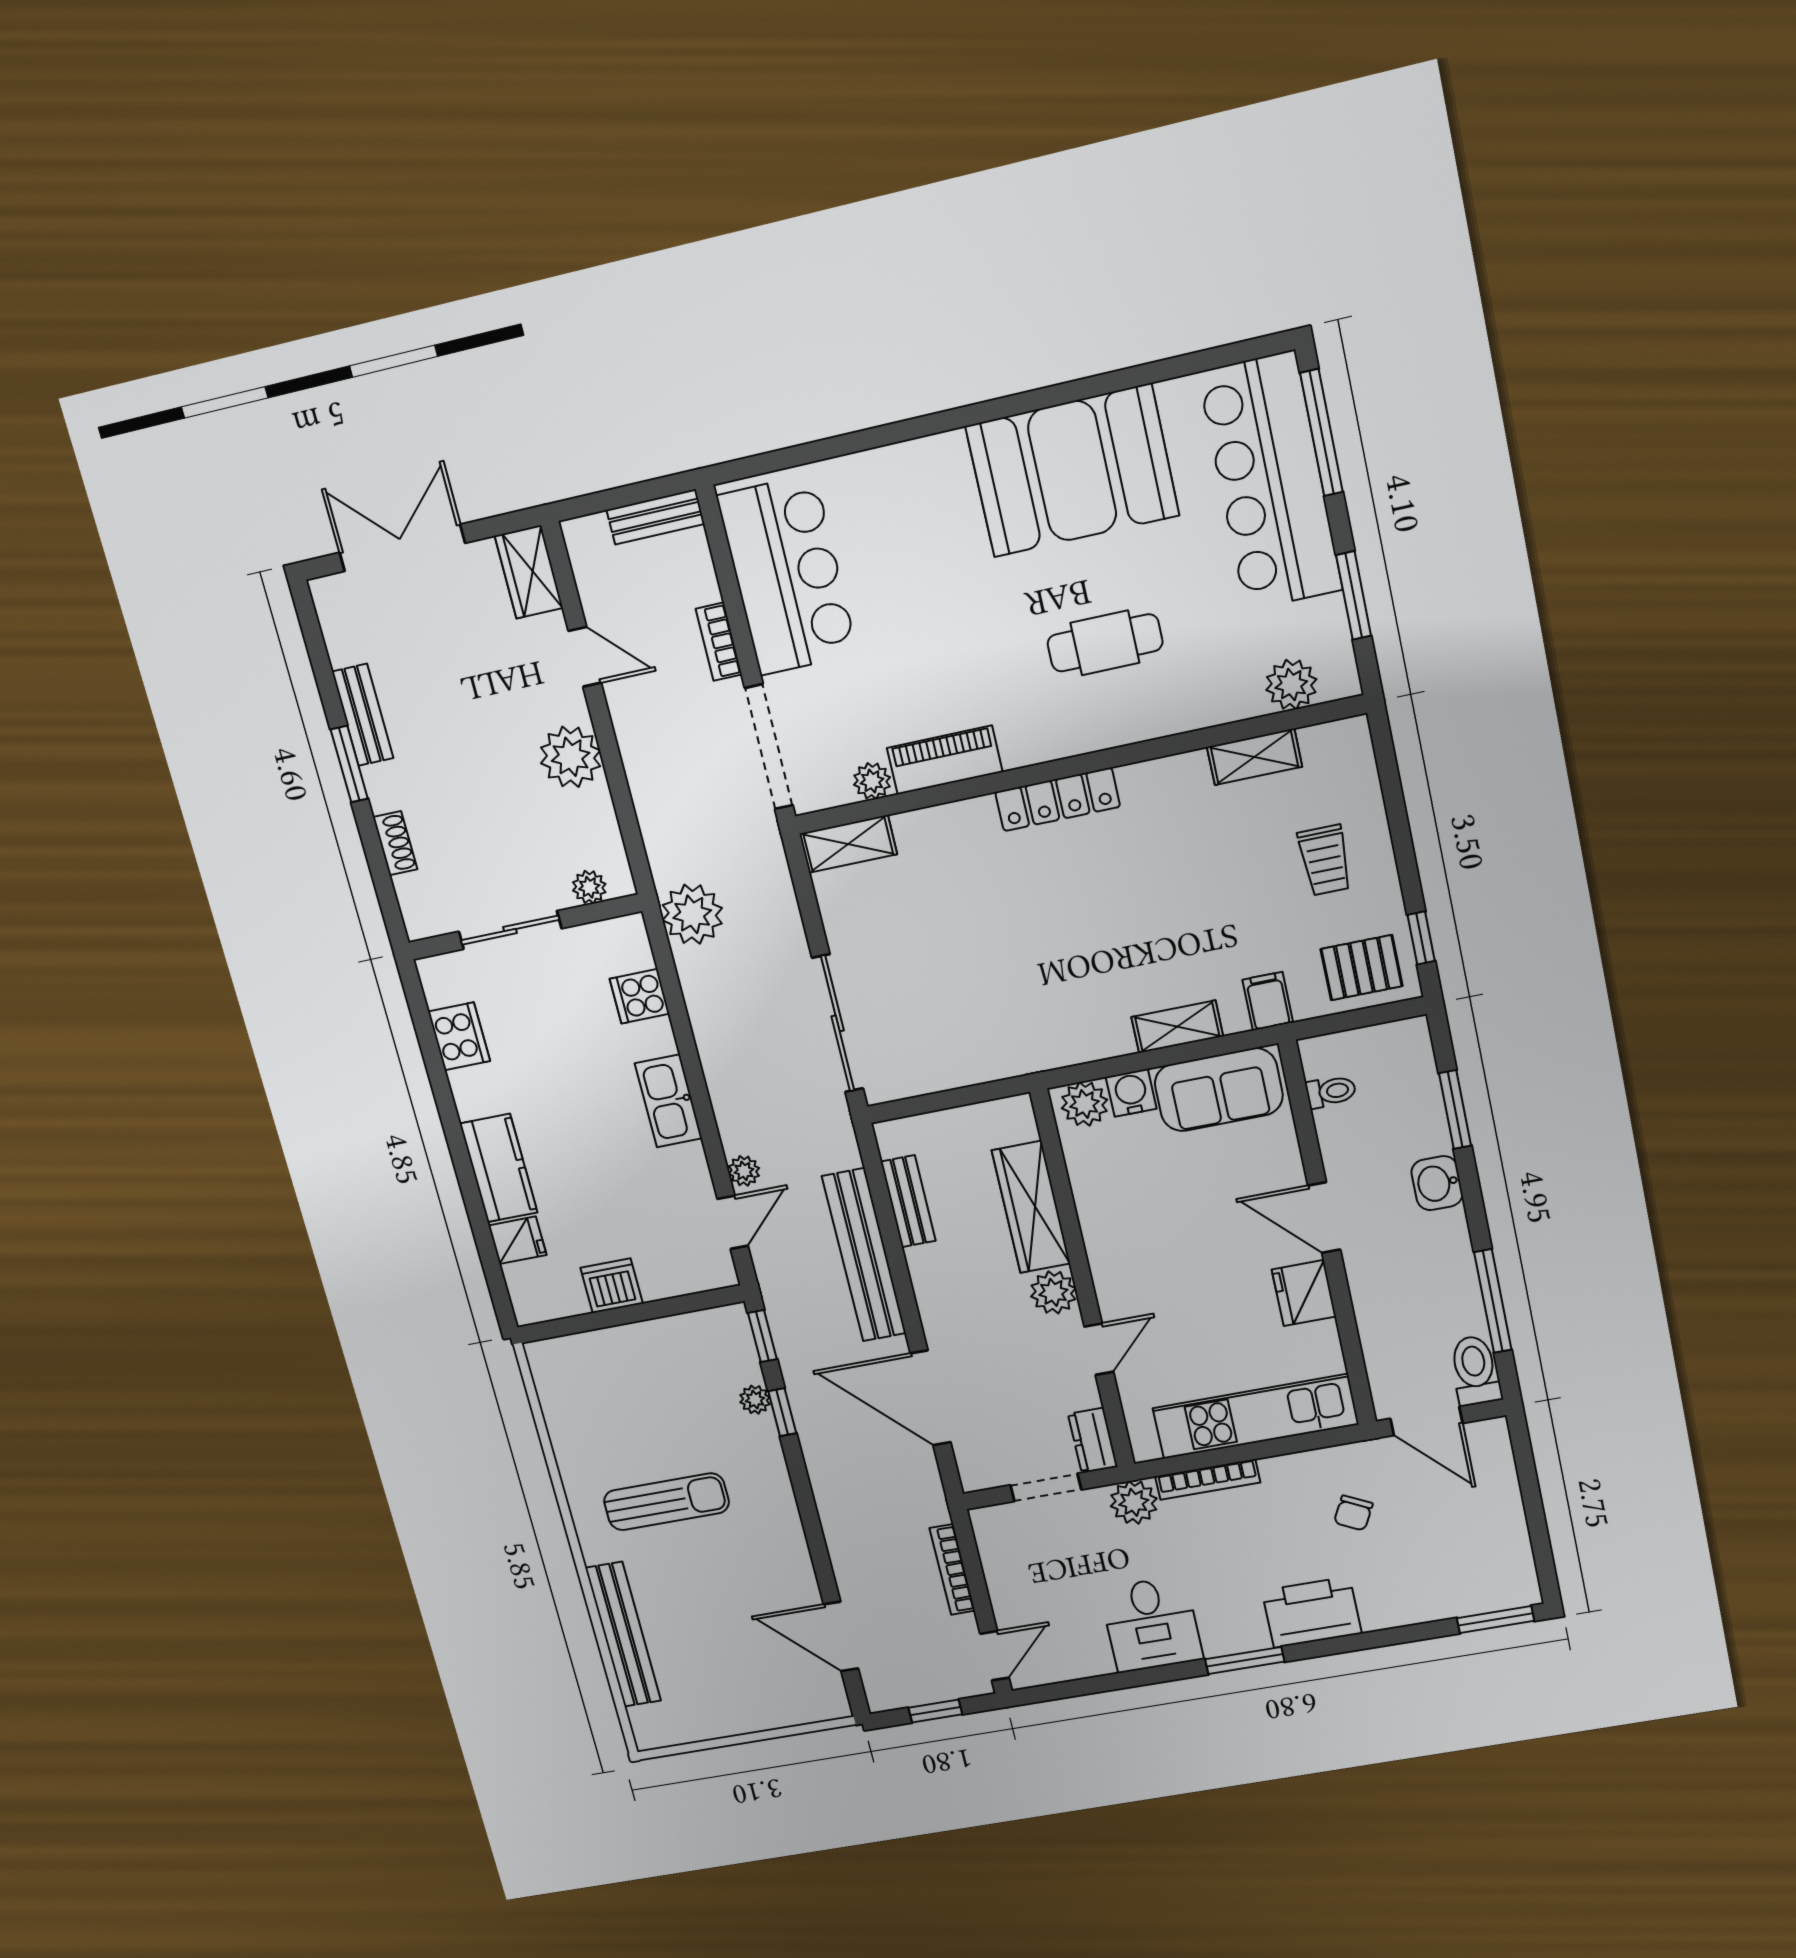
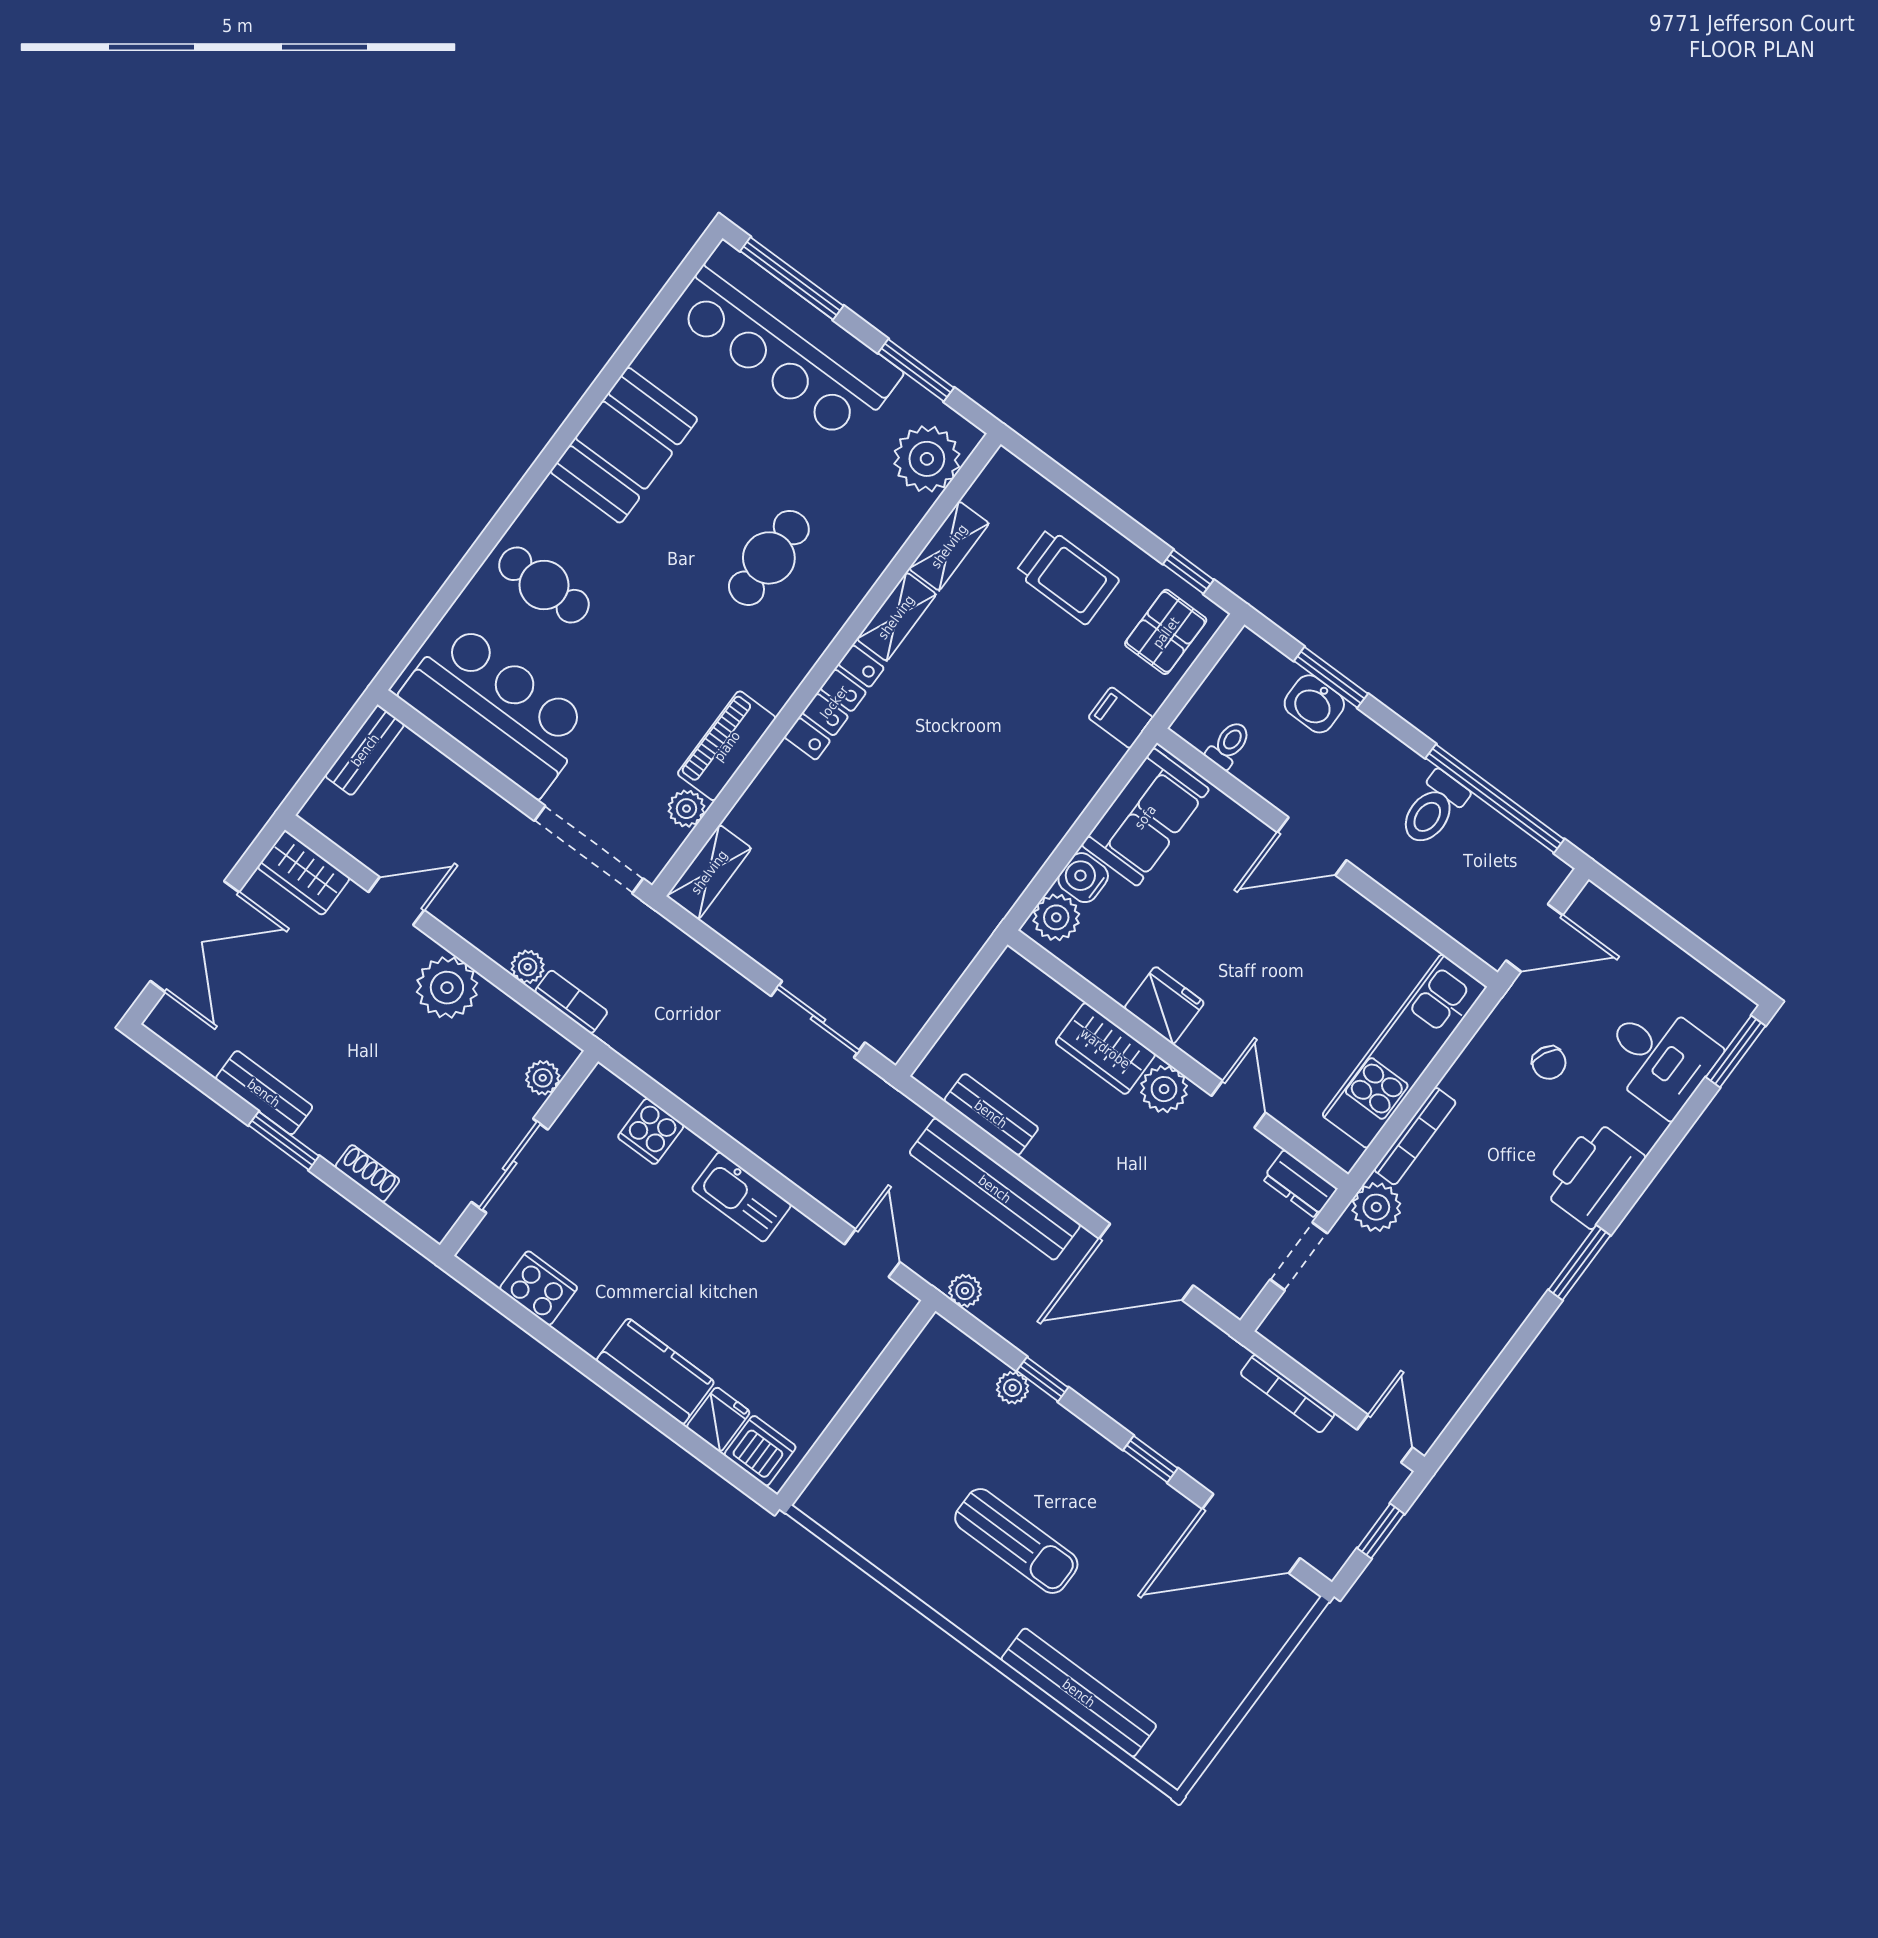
booth: (1072, 471) -> (624, 445), width x0.73, depth x0.70
cafe table: (908, 509) -> (544, 585), added
double door: (402, 548) -> (195, 937), swing flipped
bookcase: (719, 642) -> (571, 1002), moved, turned 180
plant: (1291, 685) -> (927, 459), width x1.36, depth x1.36
trolley: (1325, 860) -> (1067, 576), width x1.36, depth x1.39
plant: (692, 914) -> (528, 967), moved, width x0.53, depth x0.53
sliding door: (838, 1023) -> (818, 1019), width x0.73
shelving: (1177, 1027) -> (896, 617), moved
plant: (744, 1171) -> (965, 1291), moved
washbasin: (1437, 1183) -> (1314, 704), moved
wardrobe: (1031, 1207) -> (1105, 1048), width x0.67
dishwasher: (612, 1286) -> (760, 1451), moved, turned 90
fridge: (1304, 1293) -> (1164, 1005), moved, turned 180
window: (1493, 1301) -> (1495, 799), width x1.46
window: (762, 1336) -> (1151, 1459), moved
toilet: (1475, 1370) -> (1433, 809), moved, turned -90
sun lounger: (666, 1502) -> (1016, 1541), turned 90
desk: (1151, 1624) -> (1659, 1057), moved
door: (841, 1636) -> (1251, 1534), width x1.36

